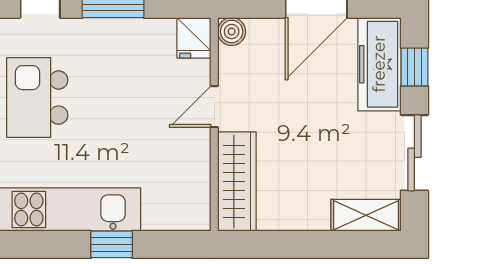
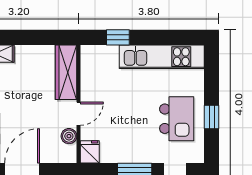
boiler: (232, 32) -> (69, 136), moved
window: (112, 244) -> (118, 37), moved

